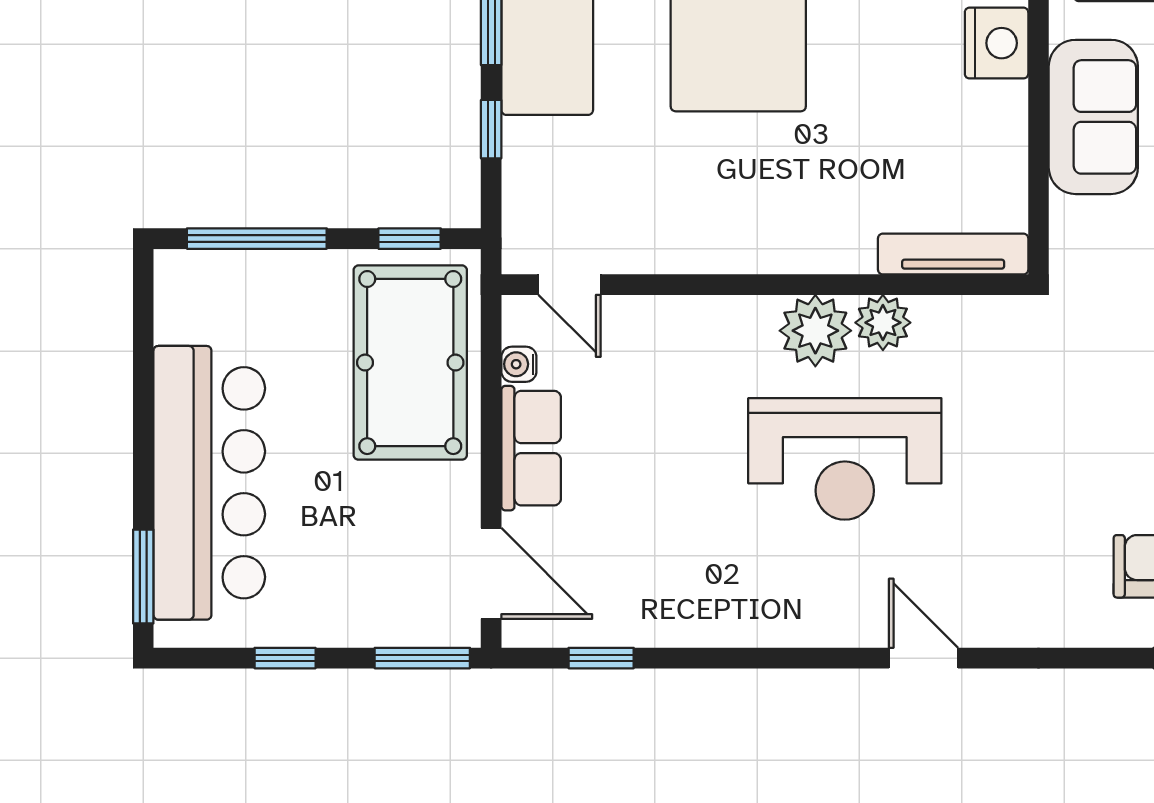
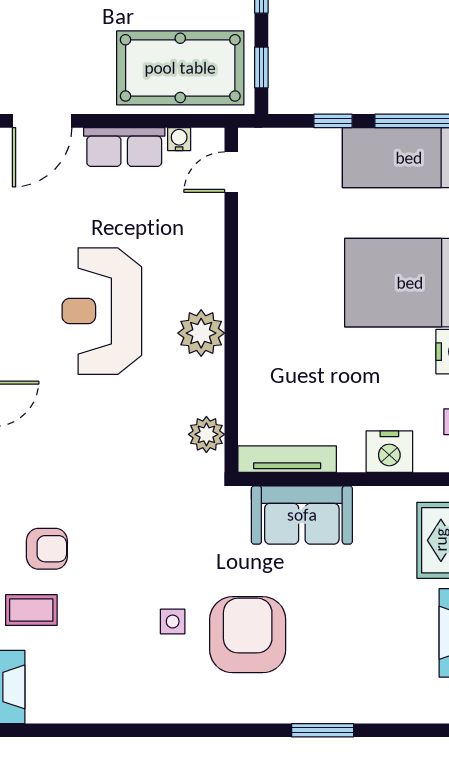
sofa: (1093, 117) -> (302, 515), moved
tv unit: (953, 254) -> (287, 459), moved, turned -90
plant: (883, 323) -> (206, 434), moved
reception desk: (845, 459) -> (102, 311), moved

